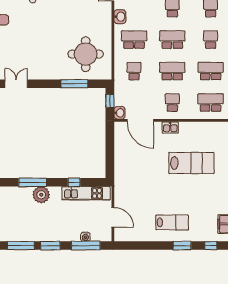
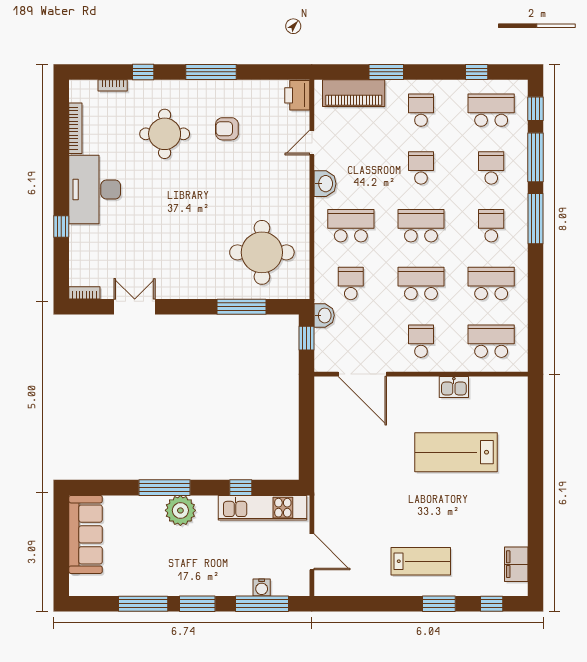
washbasin: (119, 113) -> (324, 315), moved
kitchen sink: (170, 127) -> (454, 387), moved
lab bench: (191, 163) -> (456, 452), turned 180

